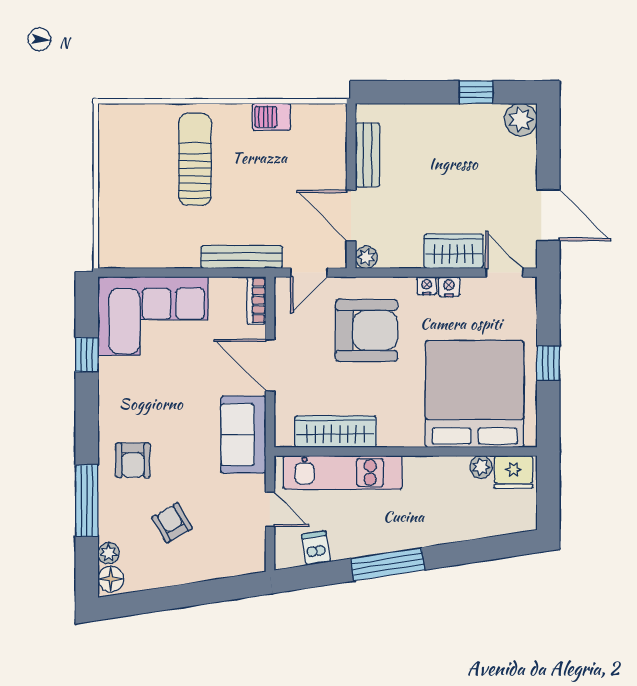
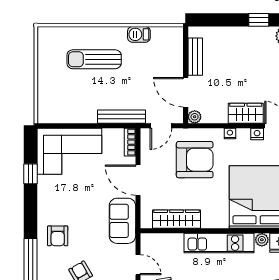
sun lounger: (195, 159) -> (94, 59), turned -90
nightstand: (449, 287) -> (257, 134), moved
kitchen unit: (343, 473) -> (219, 243), moved

